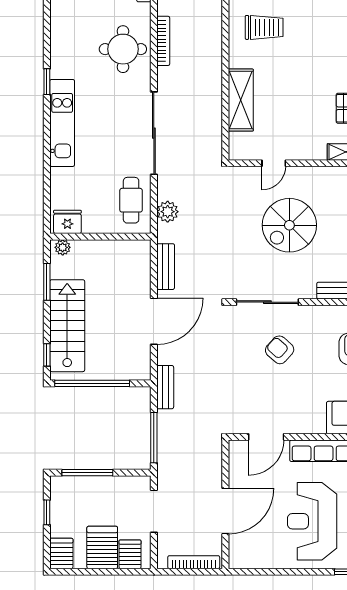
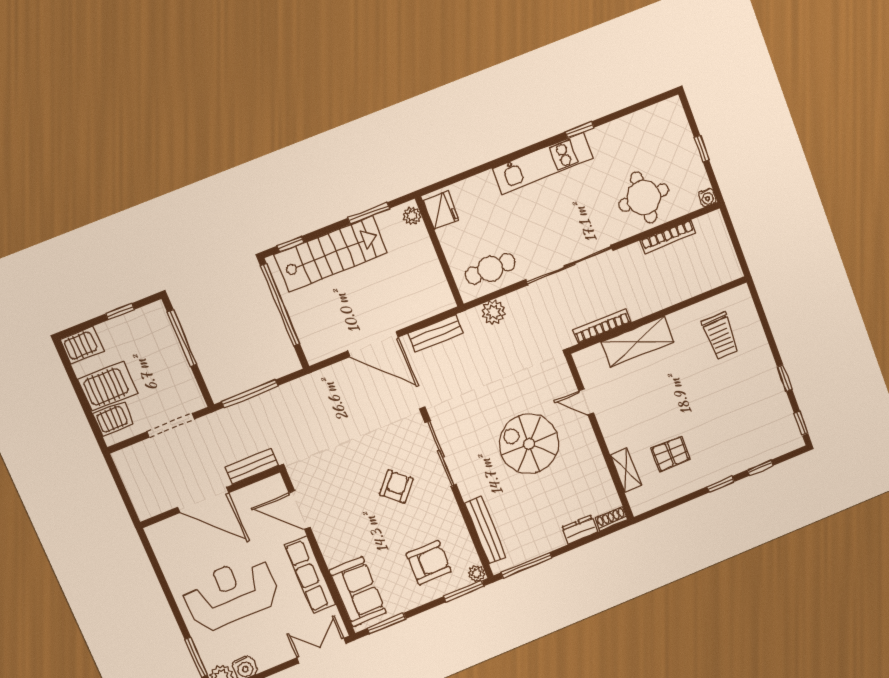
bench: (165, 387) -> (252, 467), moved
bookcase: (194, 562) -> (602, 326), moved, turned -90

